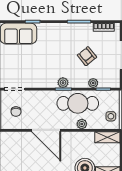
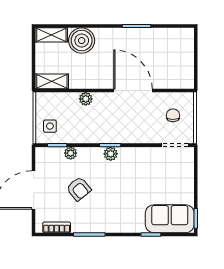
cafe table: (78, 103) -> (91, 126), removed
side table: (111, 116) -> (50, 126), moved

